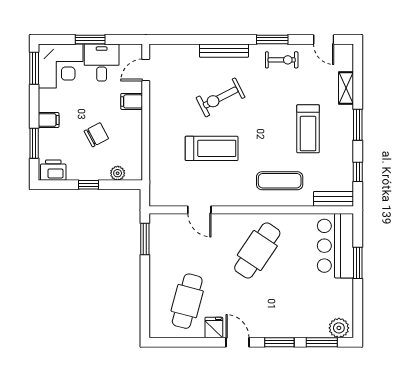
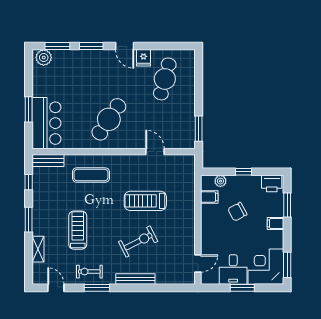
filing cabinet: (132, 101) -> (209, 197), moved
treadmill: (308, 129) -> (78, 230), moved

